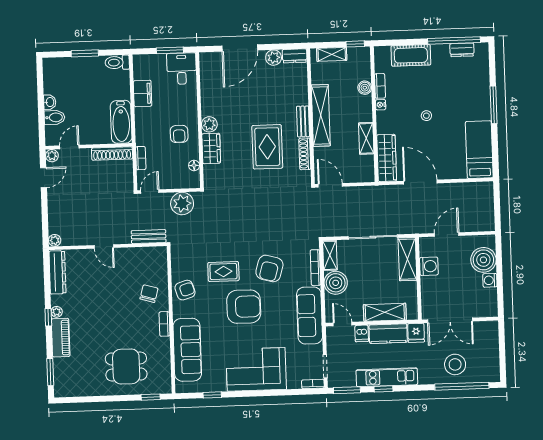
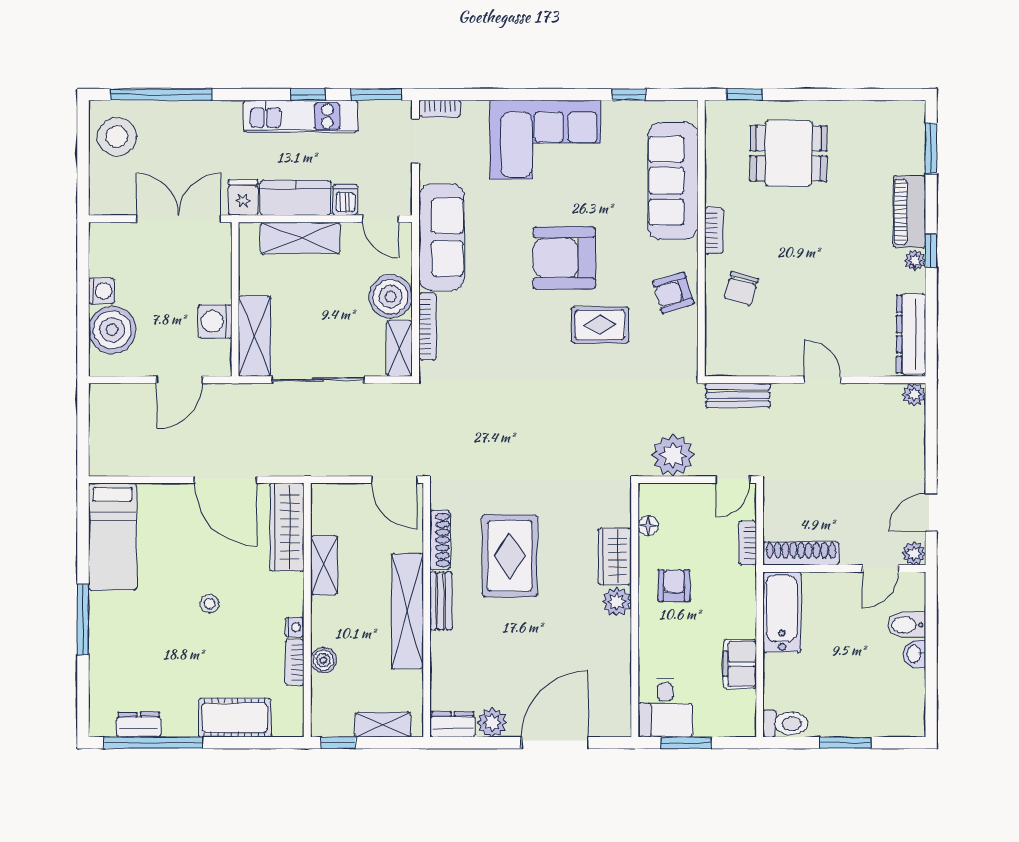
armchair: (269, 268) -> (514, 328), removed
stool: (455, 364) -> (117, 137), moved

